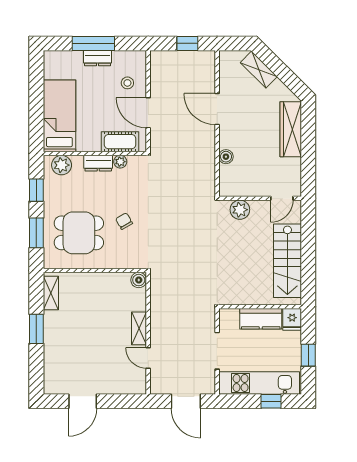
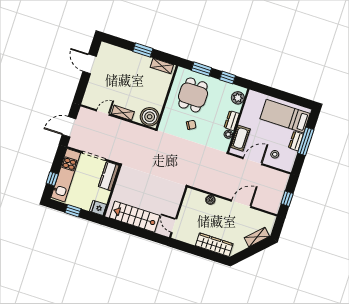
bed: (59, 116) -> (285, 116), moved, turned 180
plant: (240, 210) -> (175, 198), removed
boiler: (139, 280) -> (150, 117), width x1.86, depth x1.86
kitchen counter: (261, 319) -> (109, 176), moved

